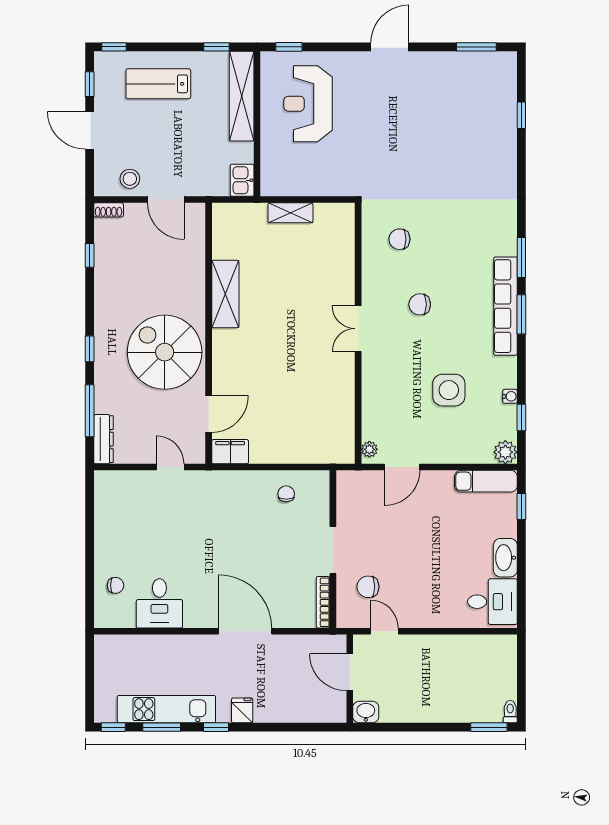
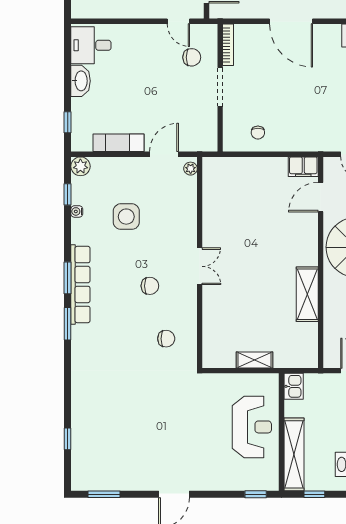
reception desk: (308, 104) -> (252, 427), moved
exam couch: (486, 481) -> (119, 143), moved

